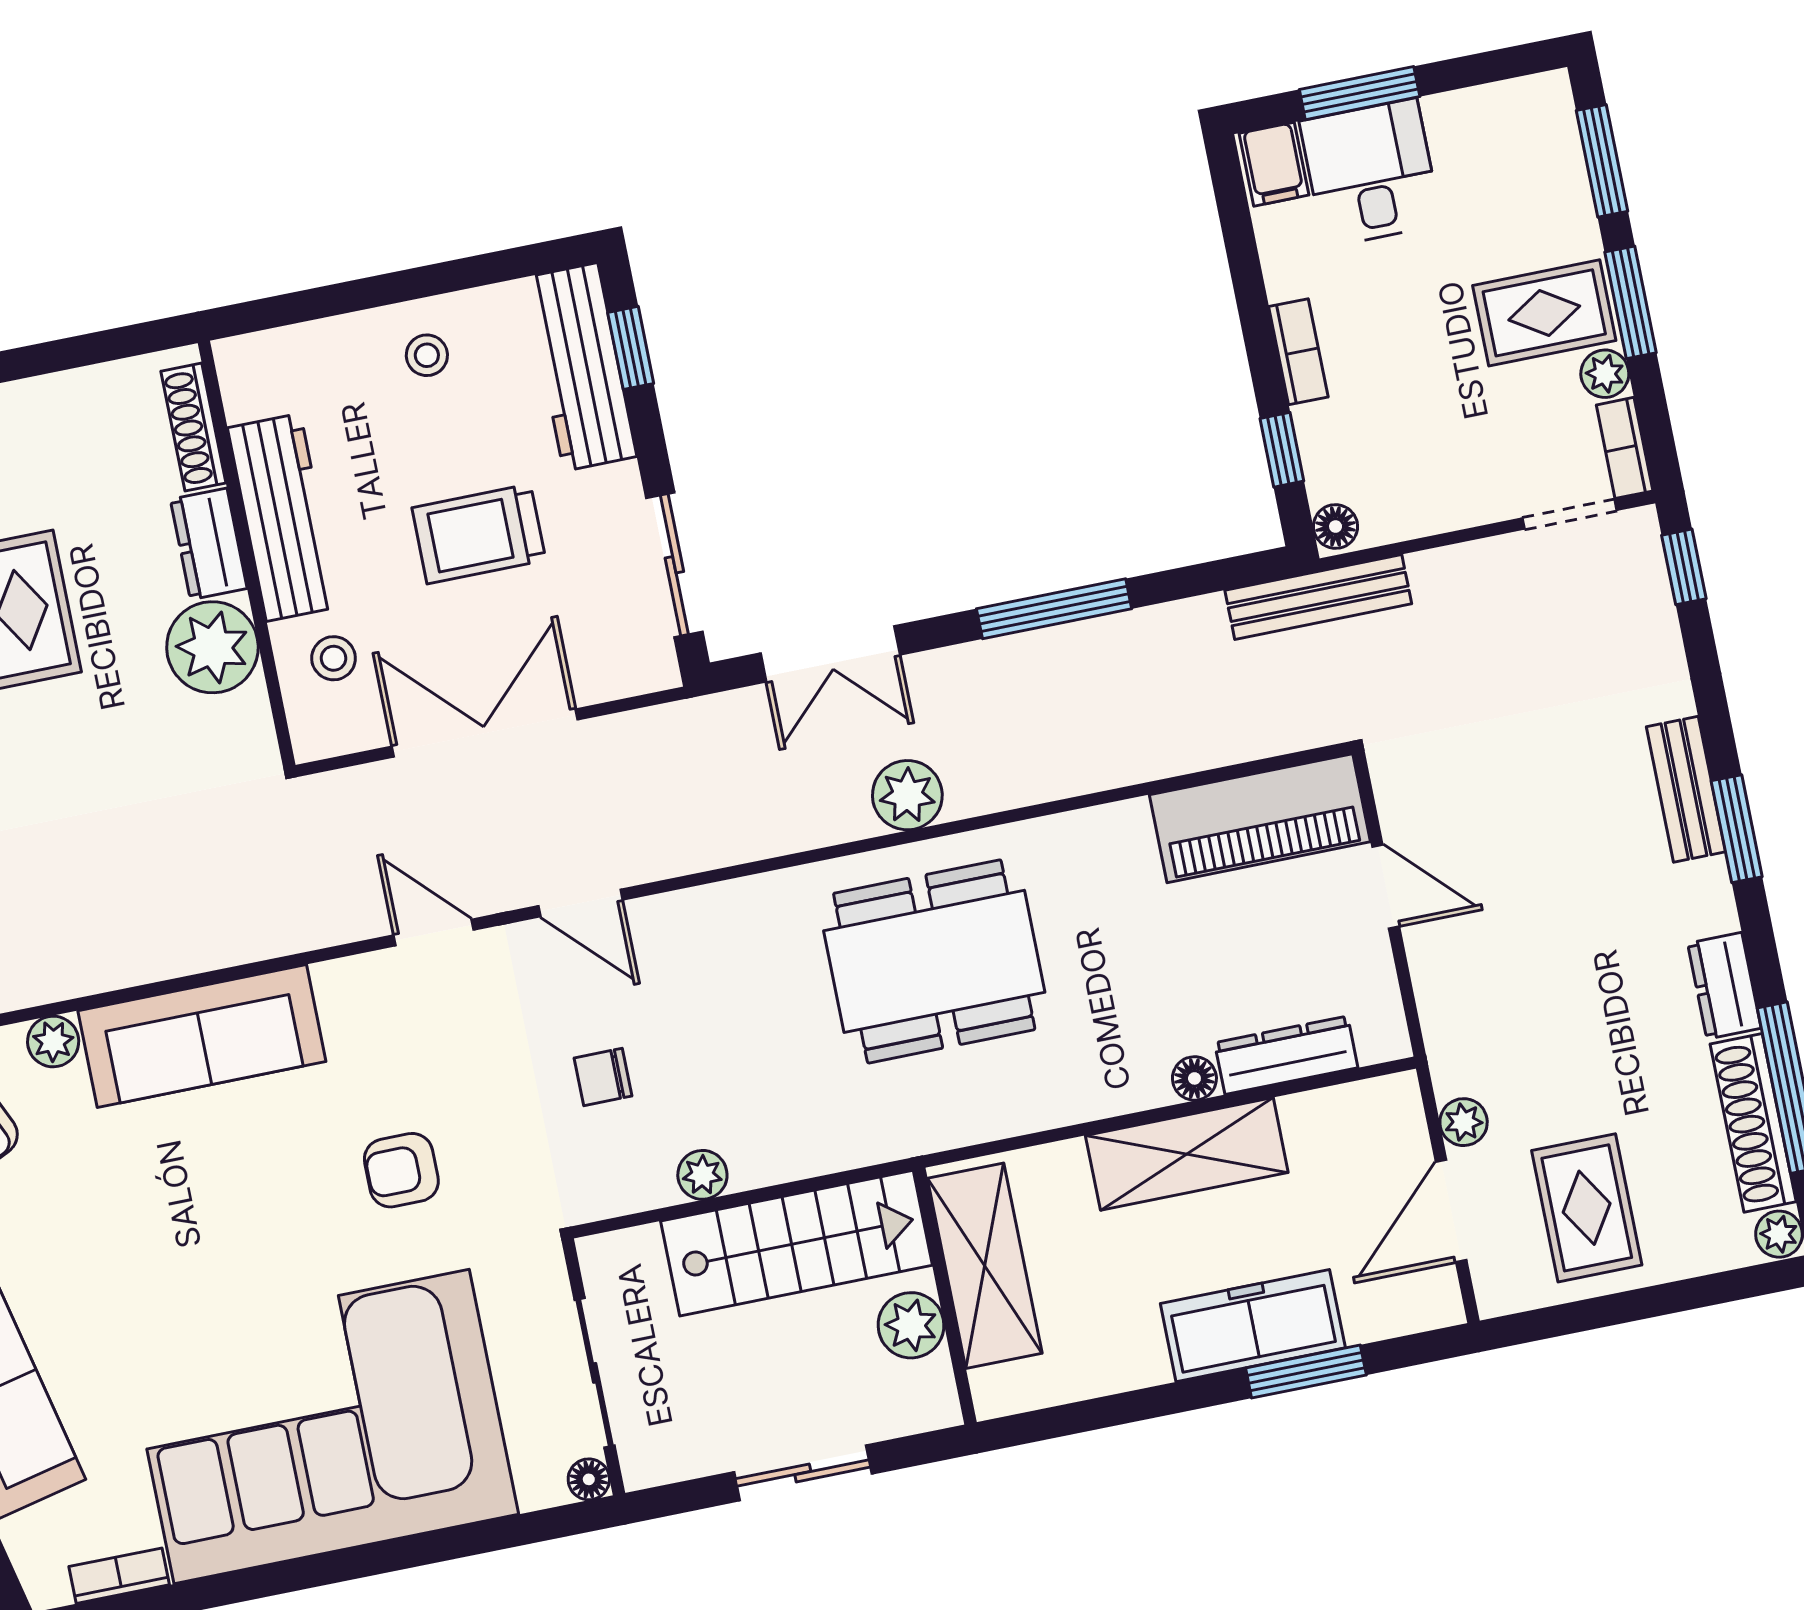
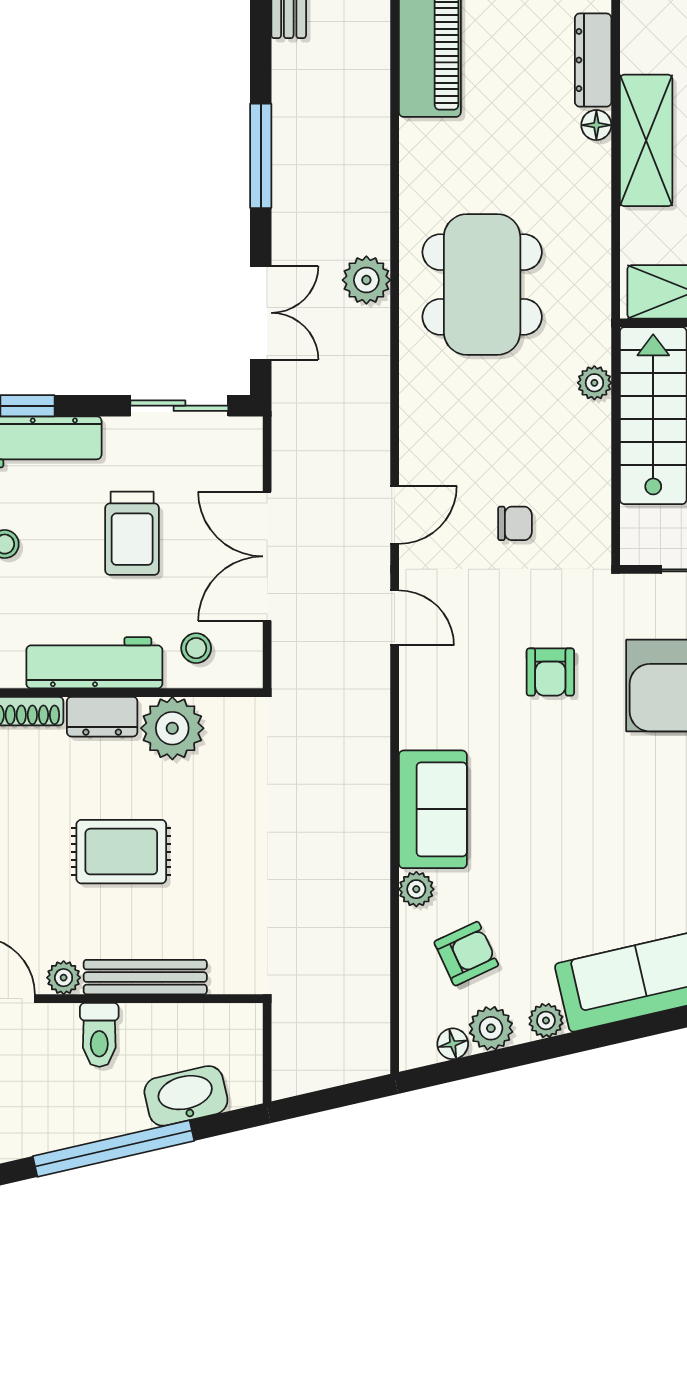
door: (434, 932) -> (395, 618), swing flipped
sofa: (202, 1036) -> (433, 809), width x0.73
chair: (603, 1077) -> (515, 523), turned -90
plant: (702, 1175) -> (594, 383), moved

